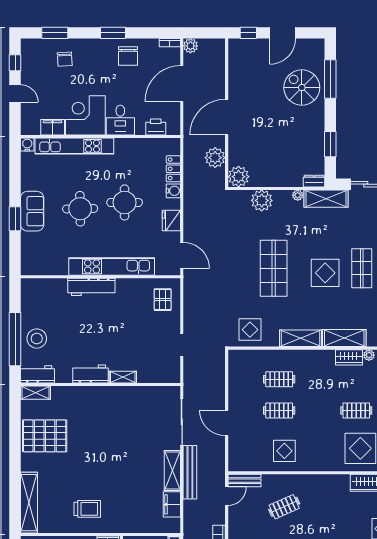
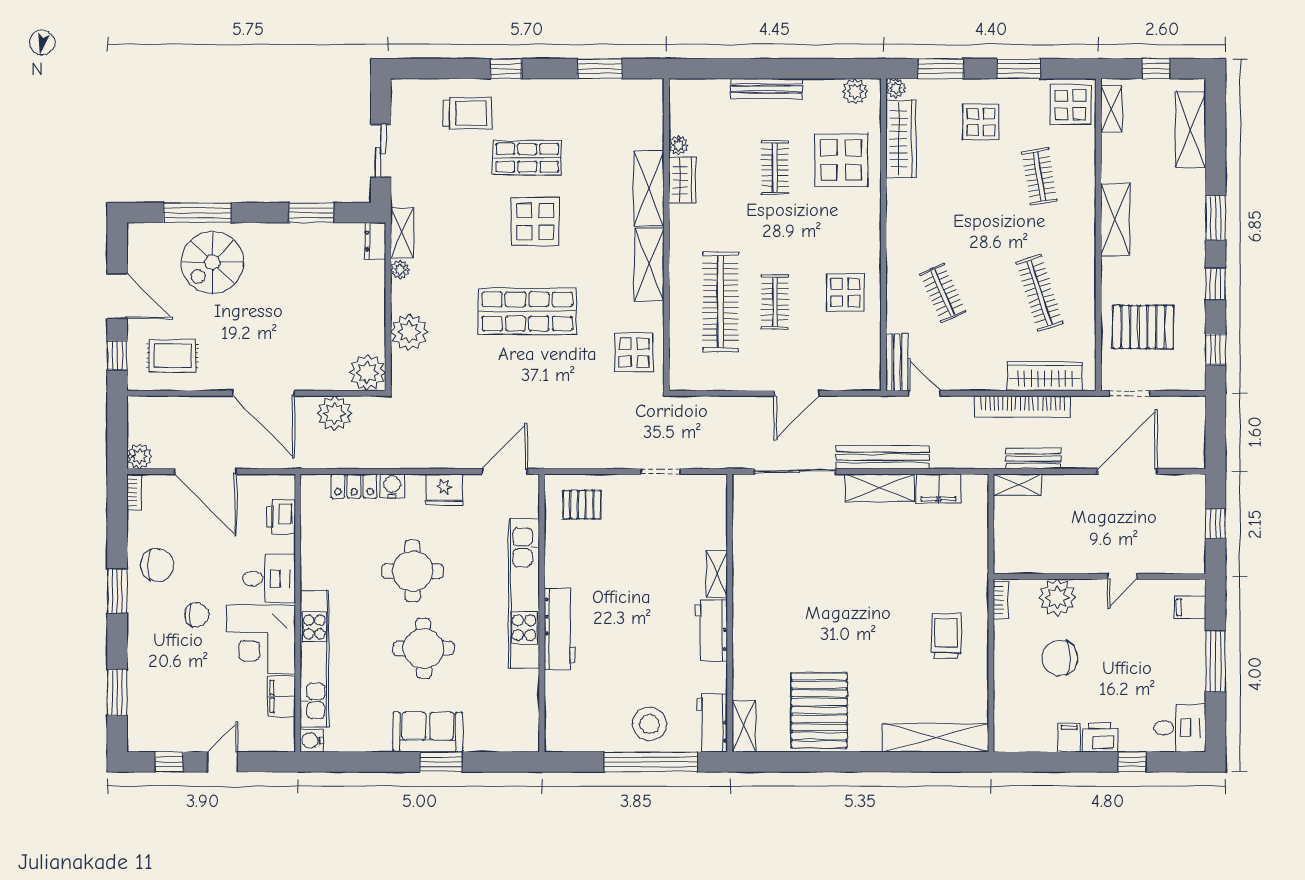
chair: (65, 59) -> (197, 615), moved
rug: (248, 65) -> (172, 356), added
shelving: (326, 199) -> (402, 233), width x0.67, depth x0.75
clothes rail: (279, 379) -> (721, 302), width x1.86, depth x1.31

